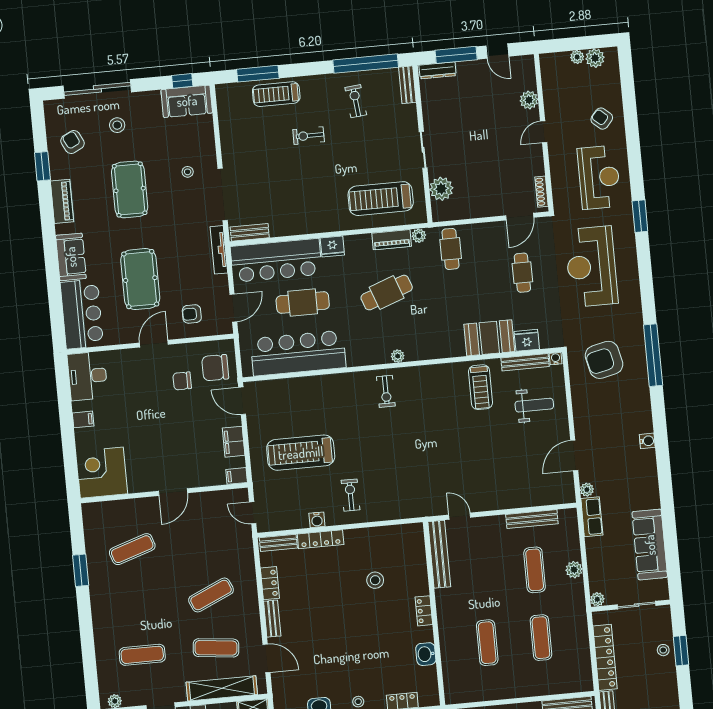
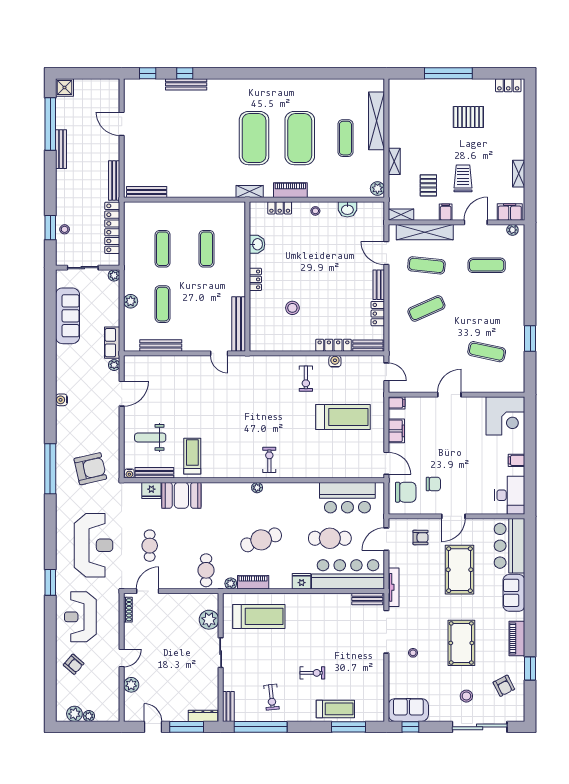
bar counter: (298, 353) -> (347, 498), width x0.73
exercise mat: (132, 549) -> (487, 352), turned 30

